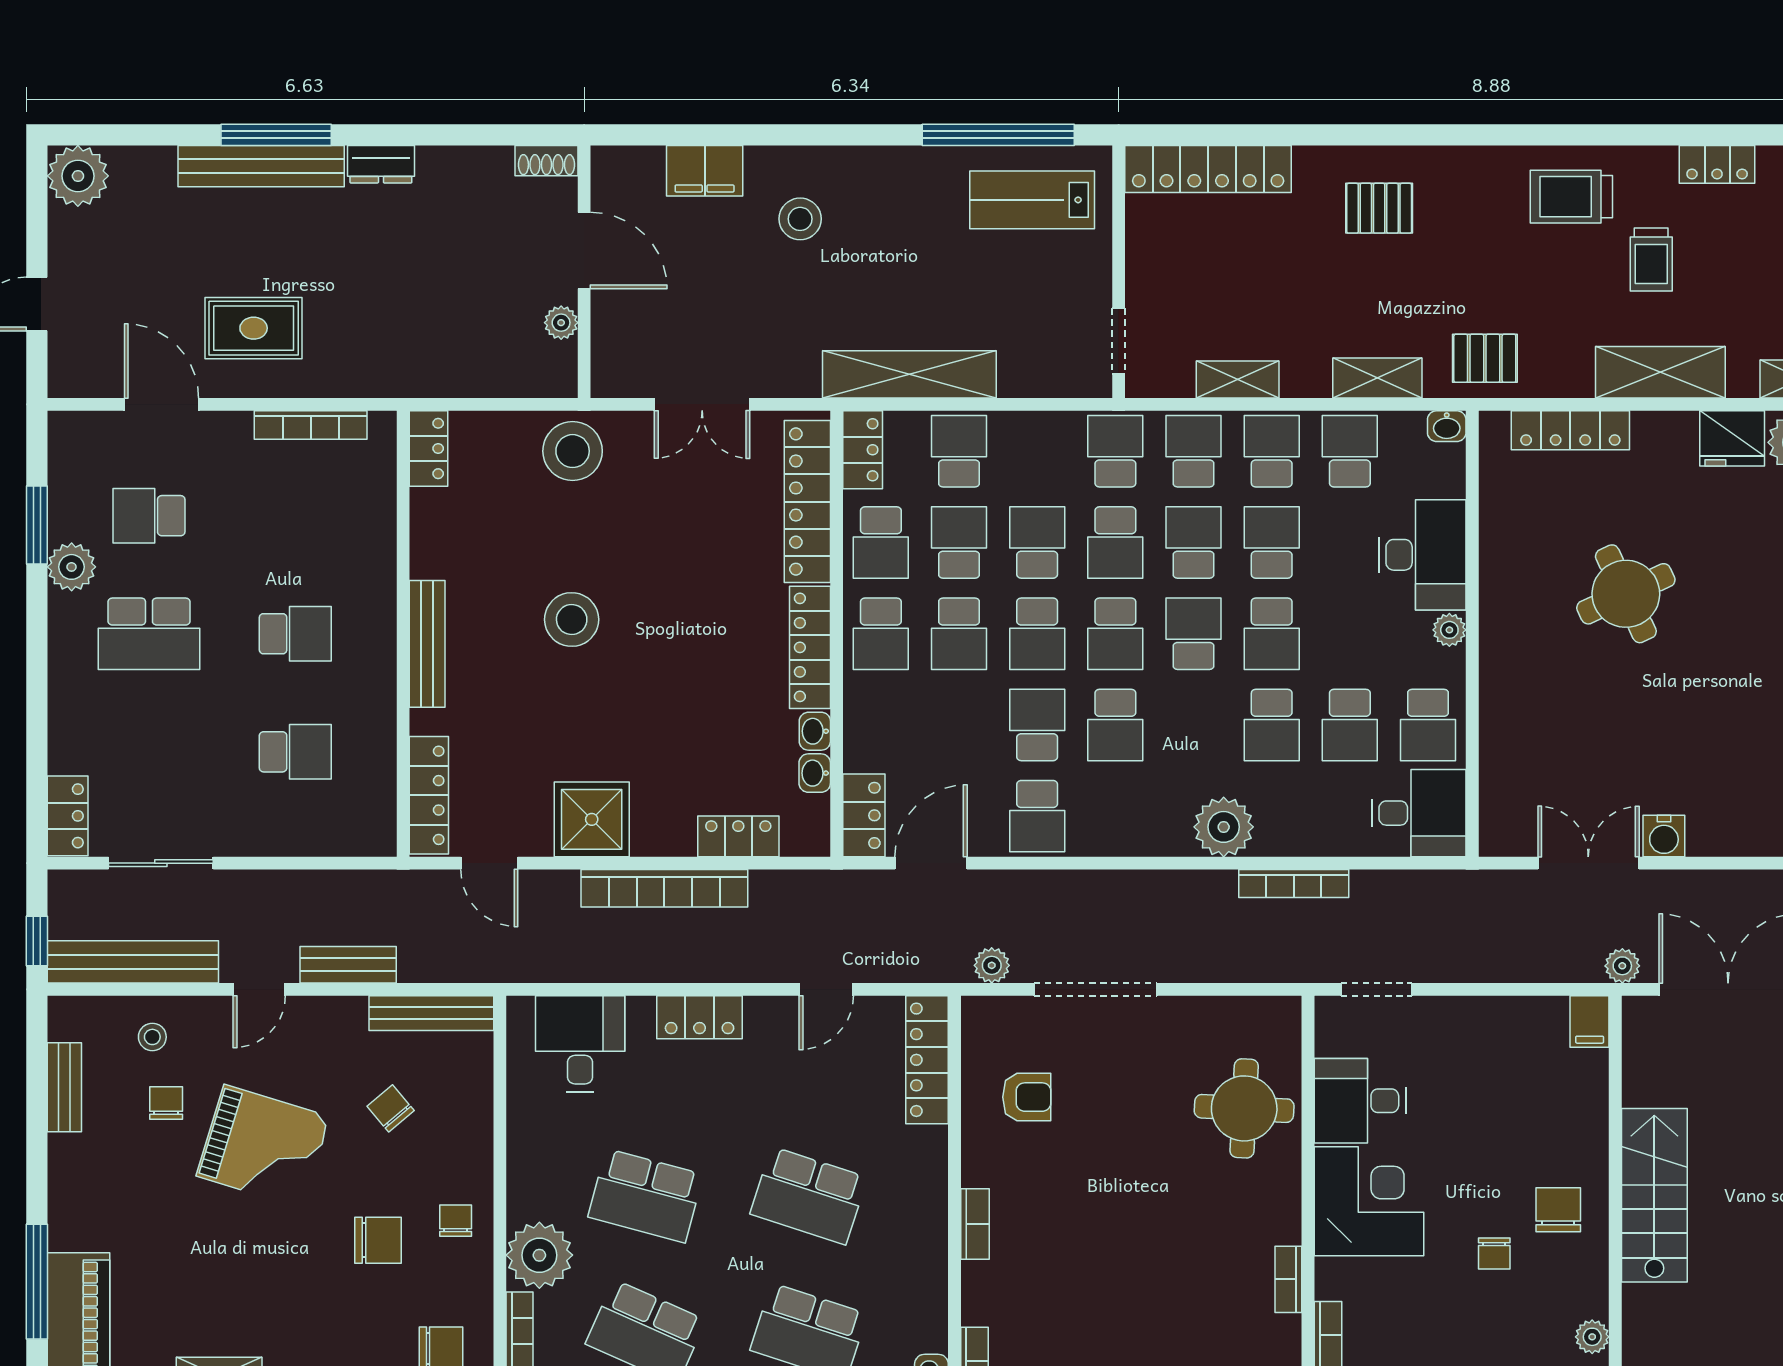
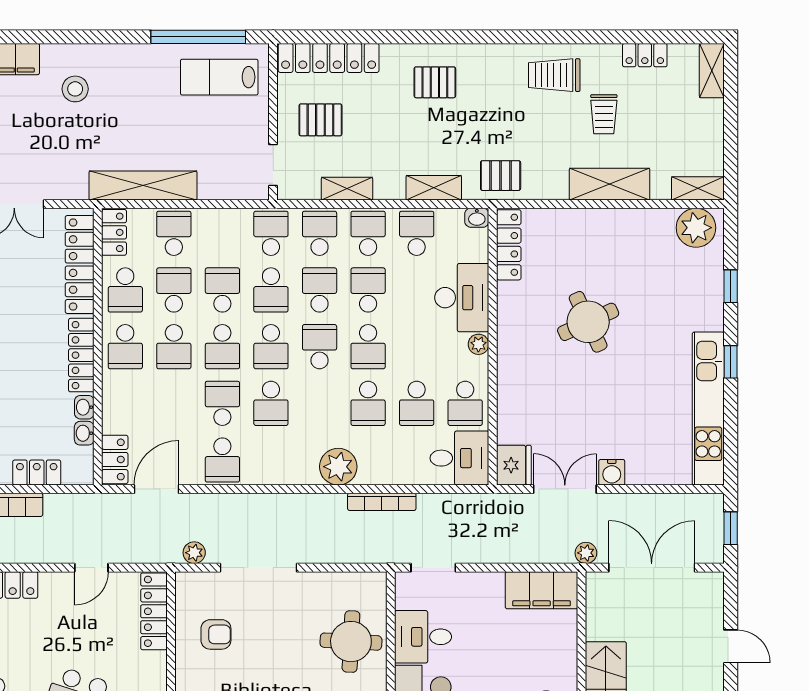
pallet: (1195, 269) -> (320, 120), added
locker: (1570, 430) -> (509, 245), moved, turned -90
fridge: (1732, 438) -> (514, 465), moved, turned -90
filing cabinet: (1590, 1022) -> (542, 590), width x3.00, depth x1.17

